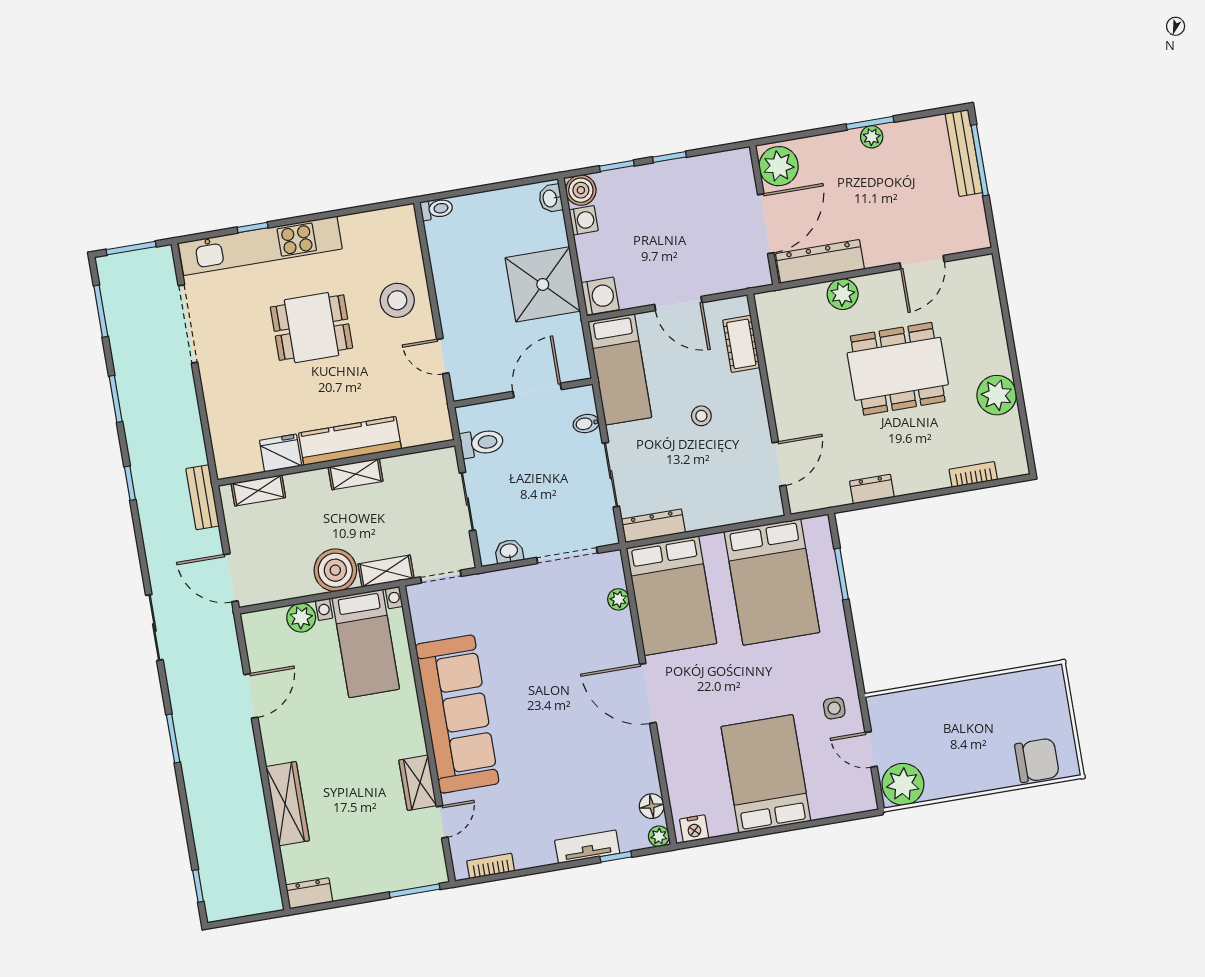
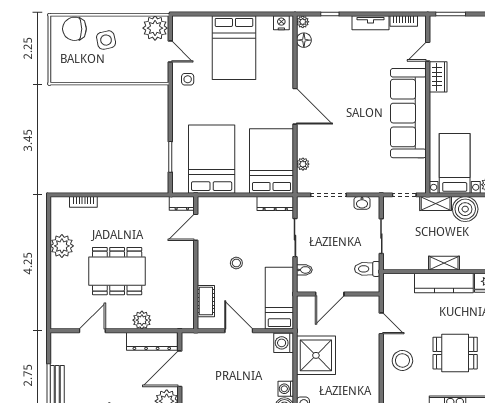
dresser: (872, 489) -> (182, 203), moved
side table: (981, 750) -> (106, 40), added
tv unit: (587, 847) -> (371, 23), moved

